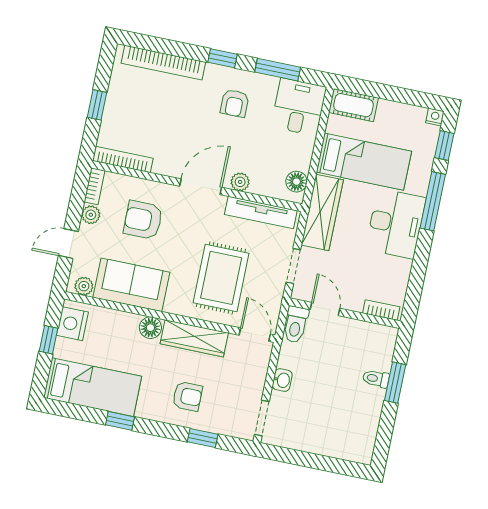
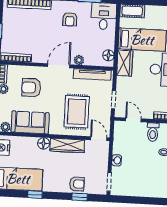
wardrobe: (322, 212) -> (125, 63), width x0.67
toilet: (296, 325) -> (153, 132), moved
armchair: (187, 396) -> (77, 184), moved

